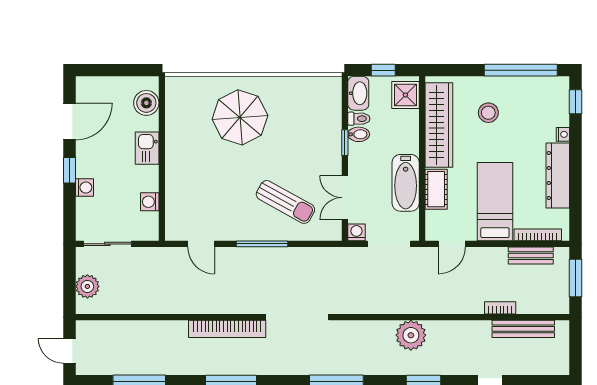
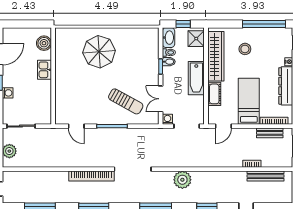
bathtub: (406, 183) -> (196, 78), moved
washing machine: (150, 202) -> (46, 101), removed
plant: (411, 335) -> (182, 180), moved

